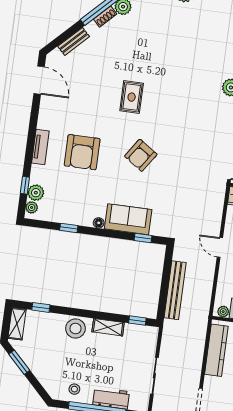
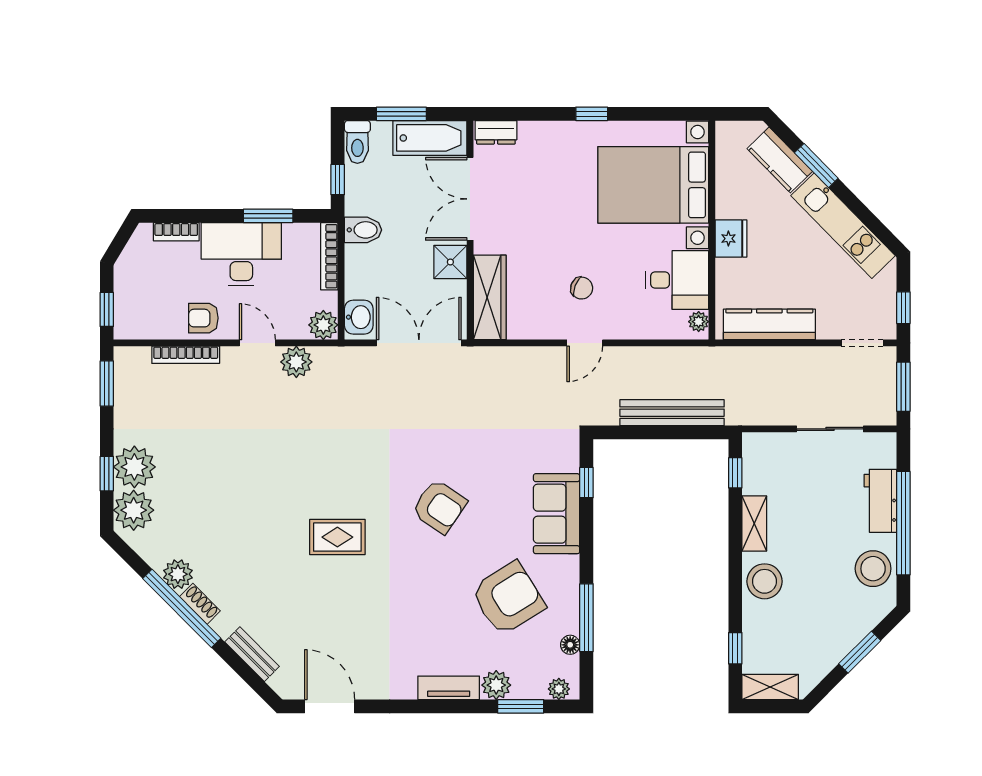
door: (39, 80) -> (330, 706), hinge flipped
armchair: (82, 152) -> (508, 598), moved, turned -32
window: (25, 185) -> (521, 706), width x1.50
plant: (36, 193) -> (496, 685), moved
floor lamp: (99, 223) -> (570, 645), moved
window: (69, 228) -> (586, 618), width x2.17
window: (19, 362) -> (860, 652), moved
stool: (74, 389) -> (873, 569), width x1.89, depth x1.89

